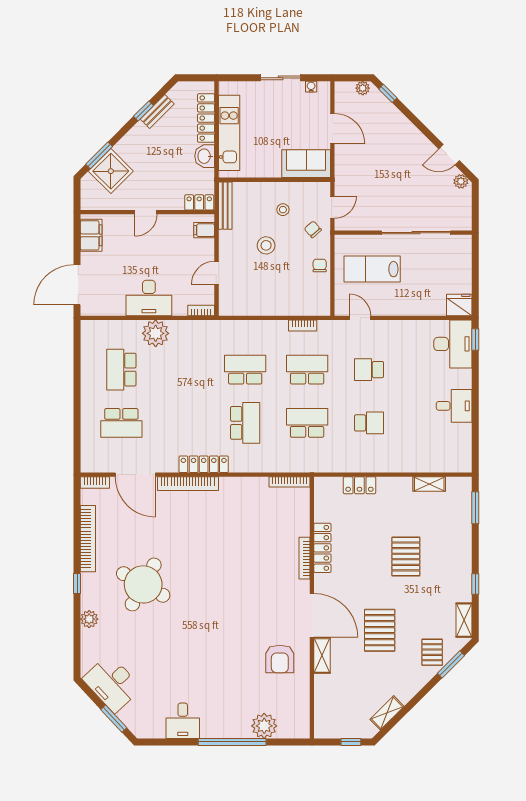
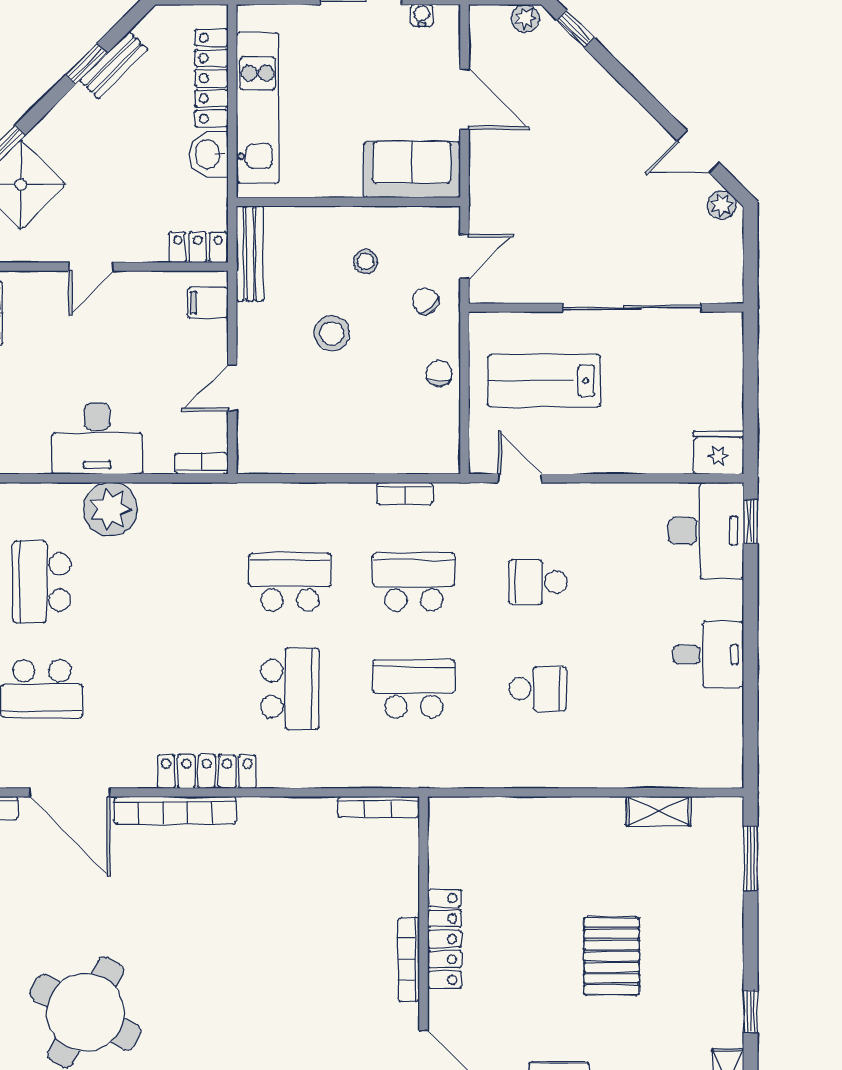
locker: (359, 485) -> (519, 814), removed

